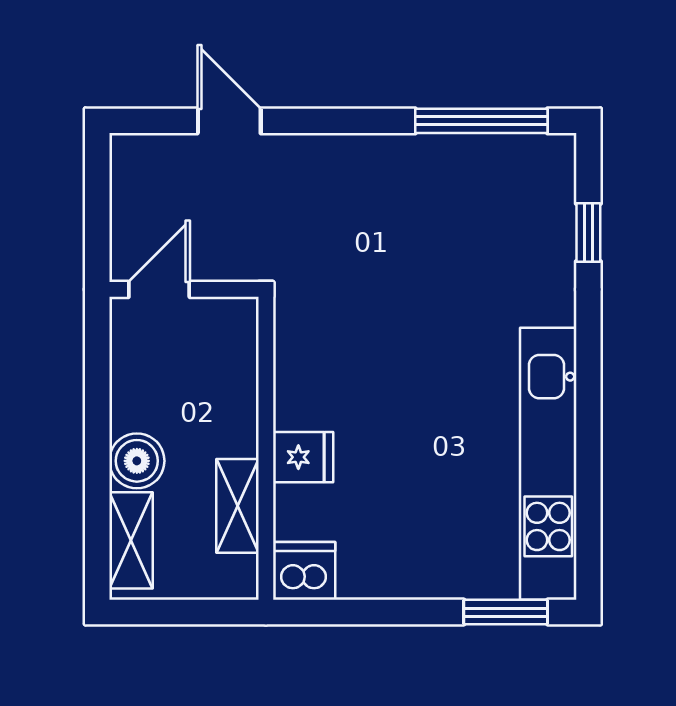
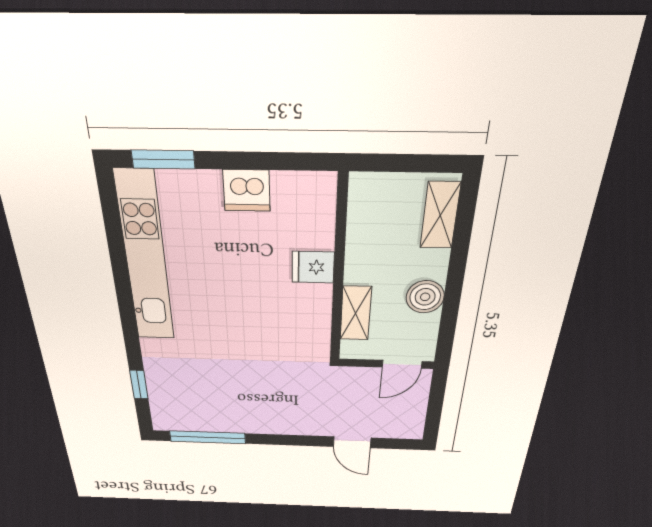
boiler: (137, 461) -> (425, 297), moved
shelving: (237, 506) -> (356, 313), moved
dishwasher: (304, 571) -> (247, 191), moved

